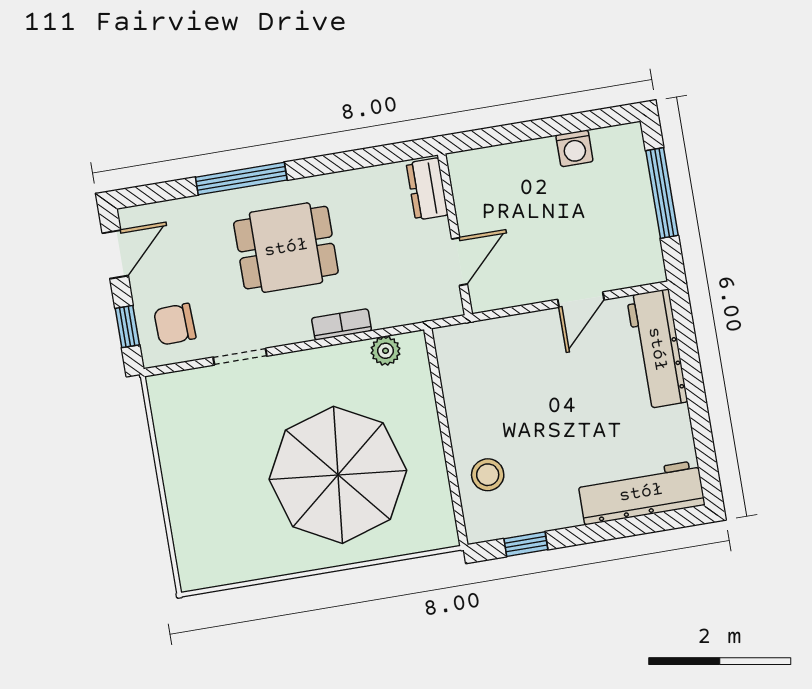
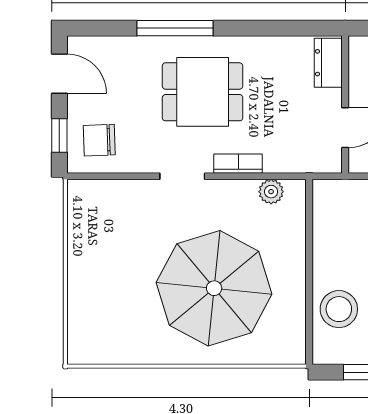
door: (115, 254) -> (59, 74), hinge flipped
doorway: (240, 357) -> (182, 176), moved
stool: (488, 475) -> (339, 309), width x1.38, depth x1.38

